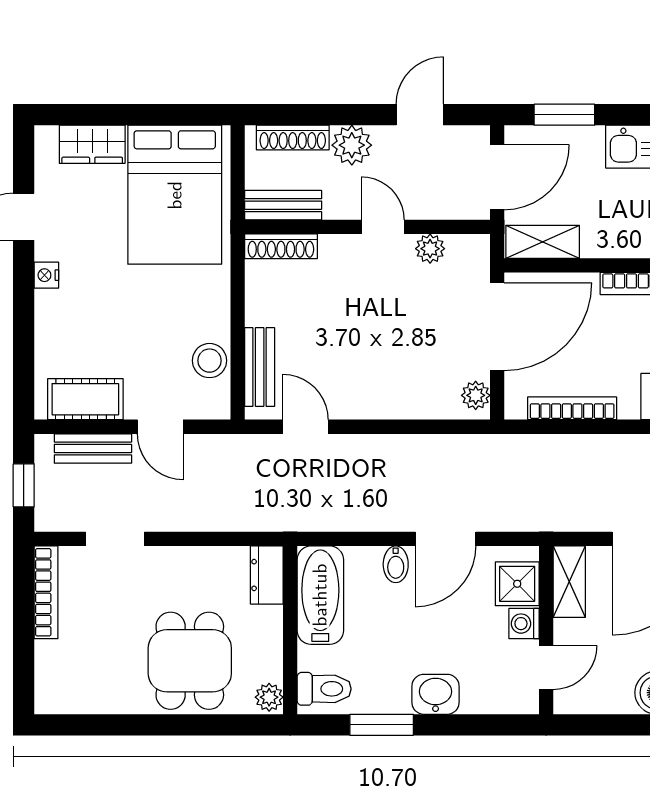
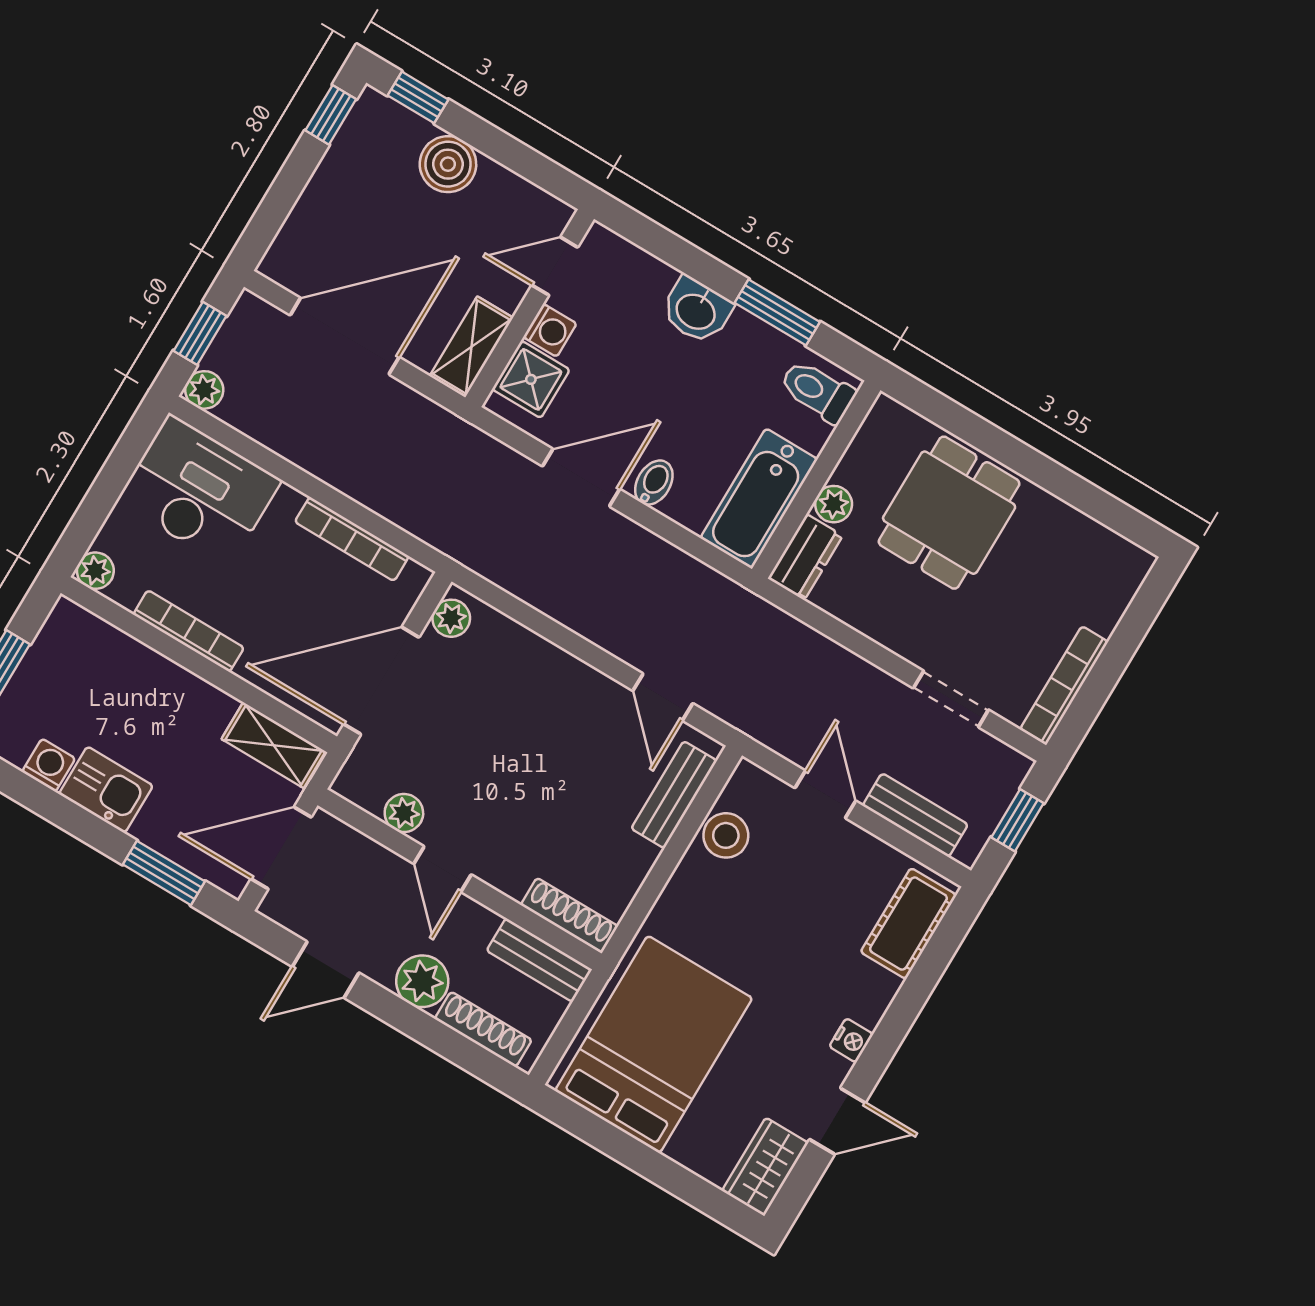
wardrobe: (92, 144) -> (765, 1167), moved, turned -90
cot: (85, 399) -> (908, 924), moved, turned 90
plant: (269, 697) -> (834, 504), moved

